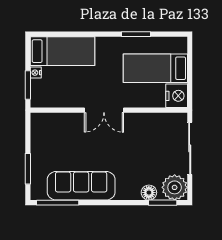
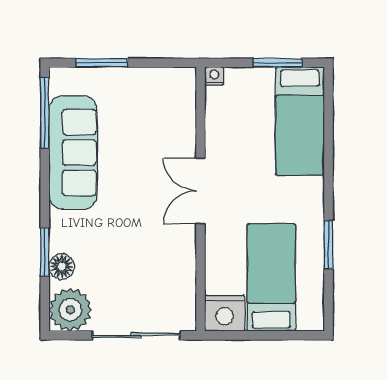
nightstand: (36, 73) -> (214, 76), moved
window: (28, 85) -> (278, 63), moved
window: (163, 203) -> (45, 252), moved

